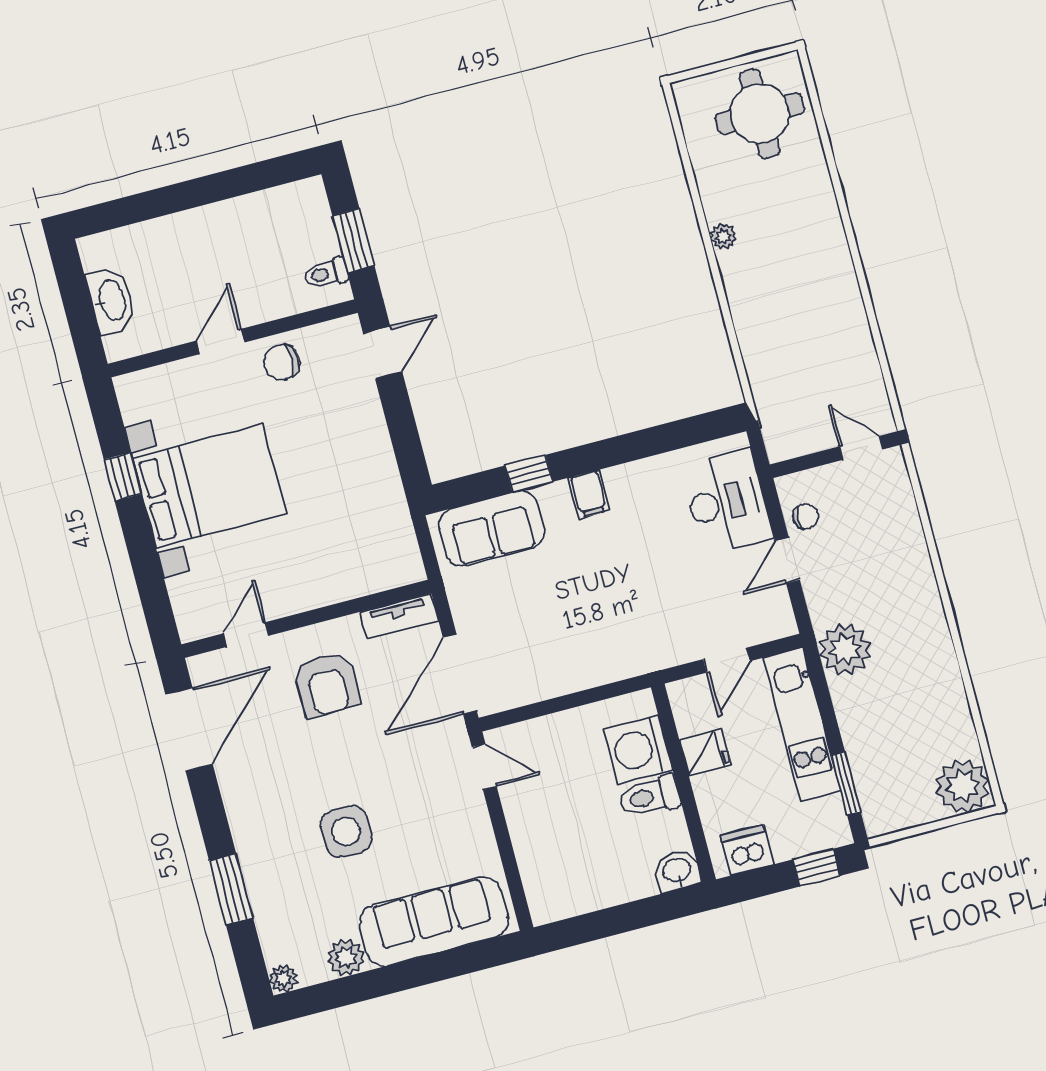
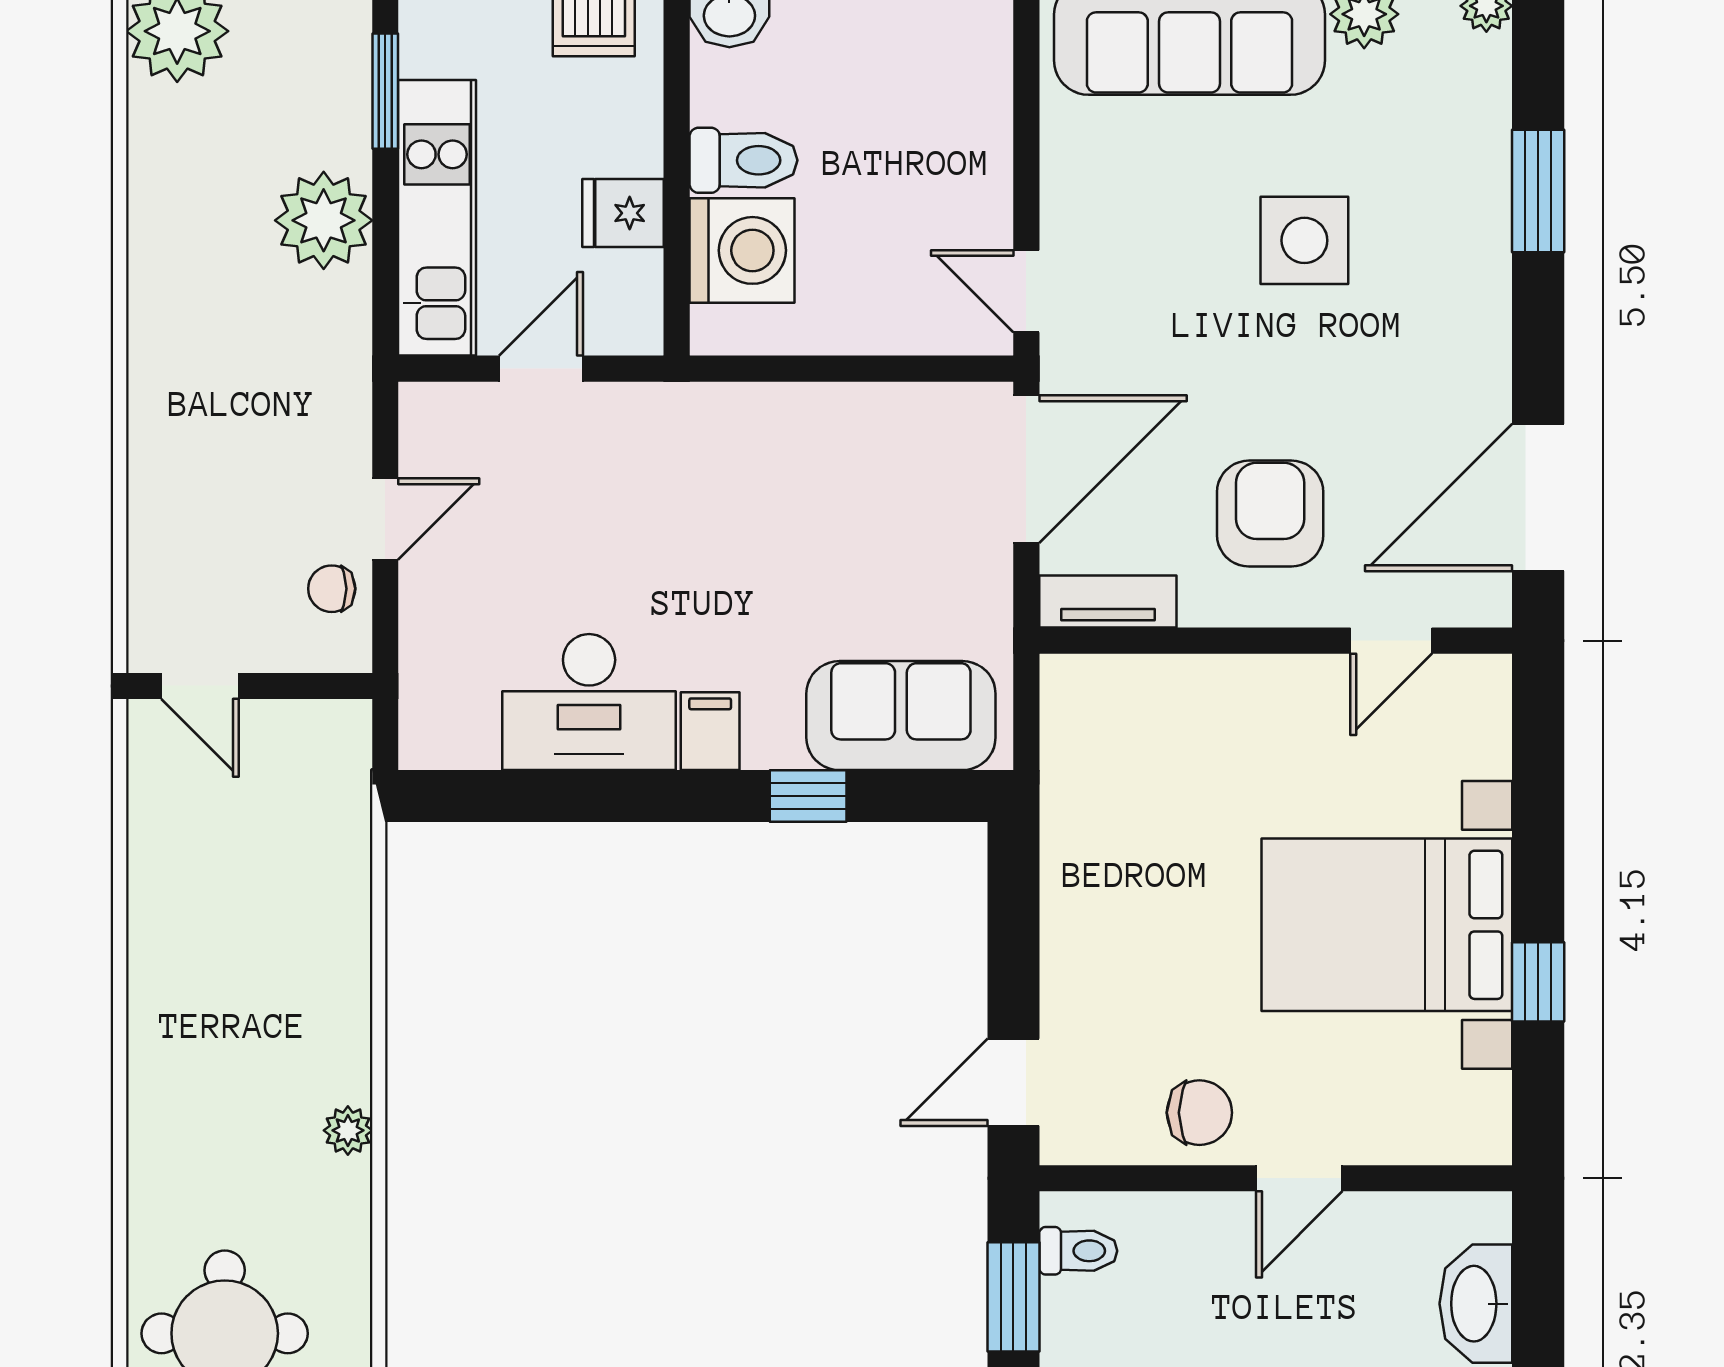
desk: (727, 502) -> (589, 702), moved, turned -90
plant: (845, 649) -> (324, 220), moved

